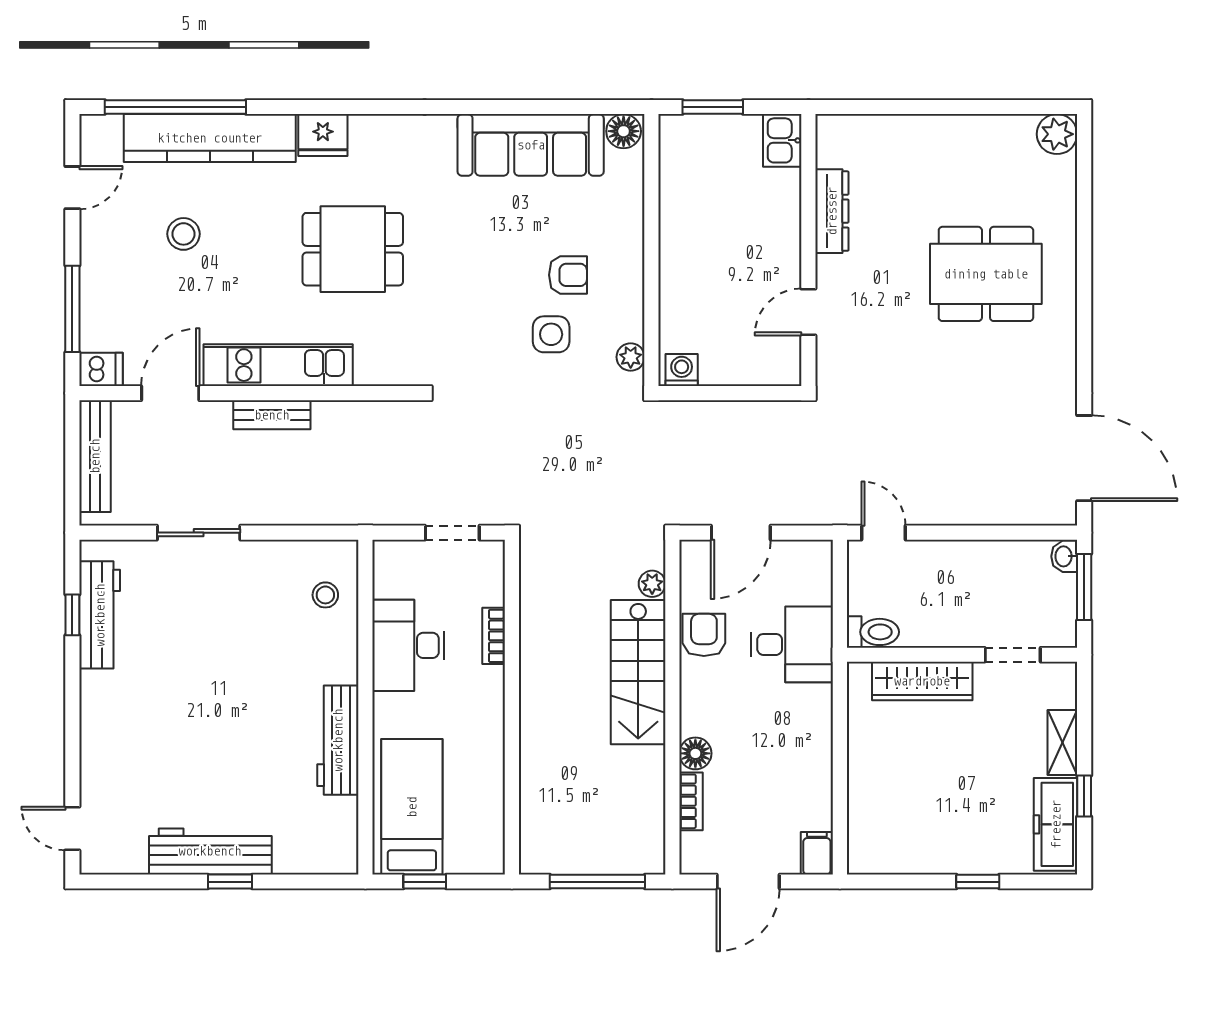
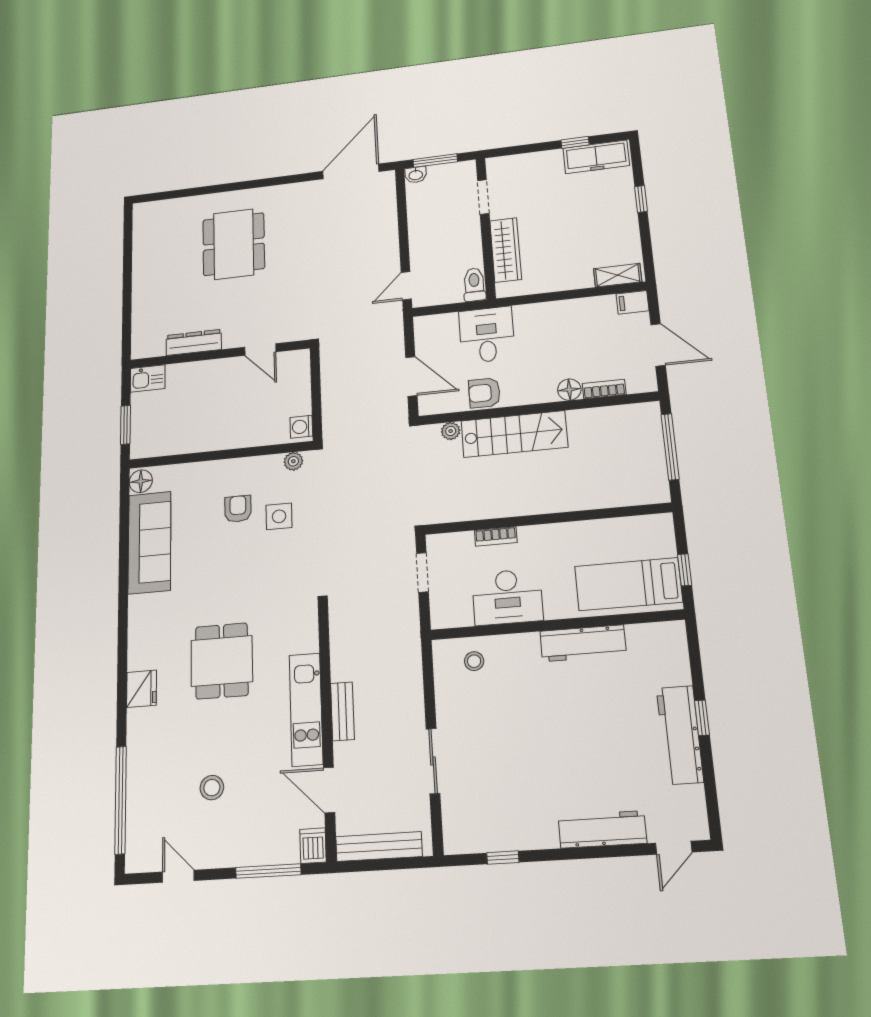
plant: (1057, 134) -> (145, 214), removed
kitchen counter: (210, 138) -> (143, 772), removed
workbench: (100, 615) -> (602, 829), moved
shelving: (1062, 743) -> (618, 275), moved

